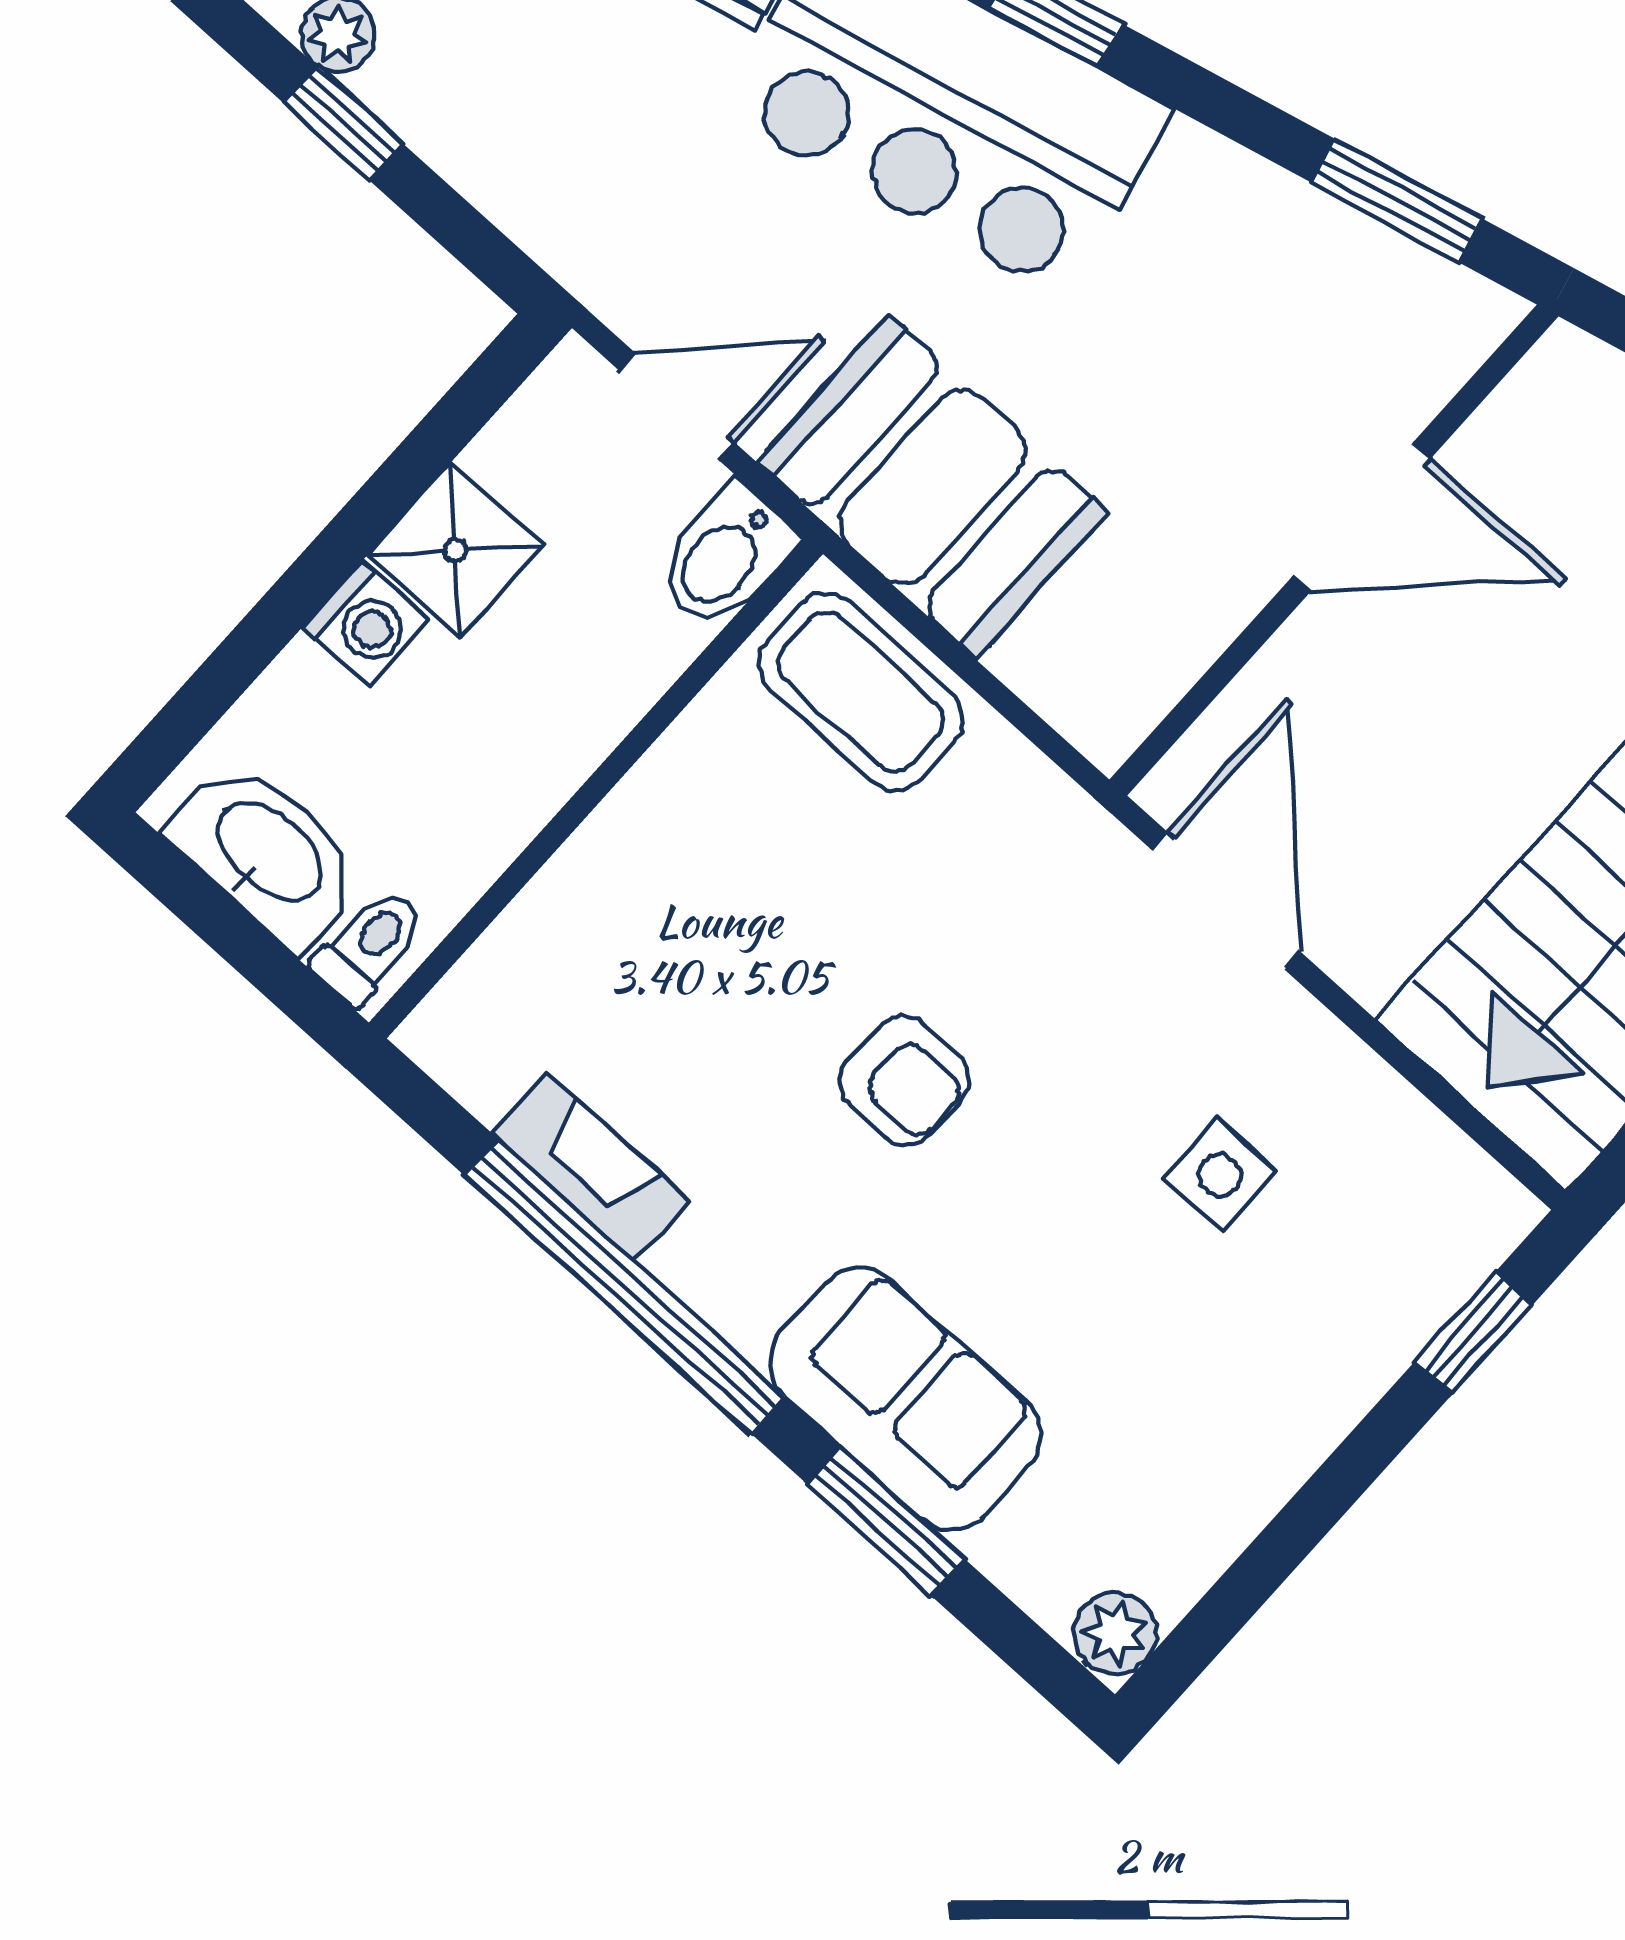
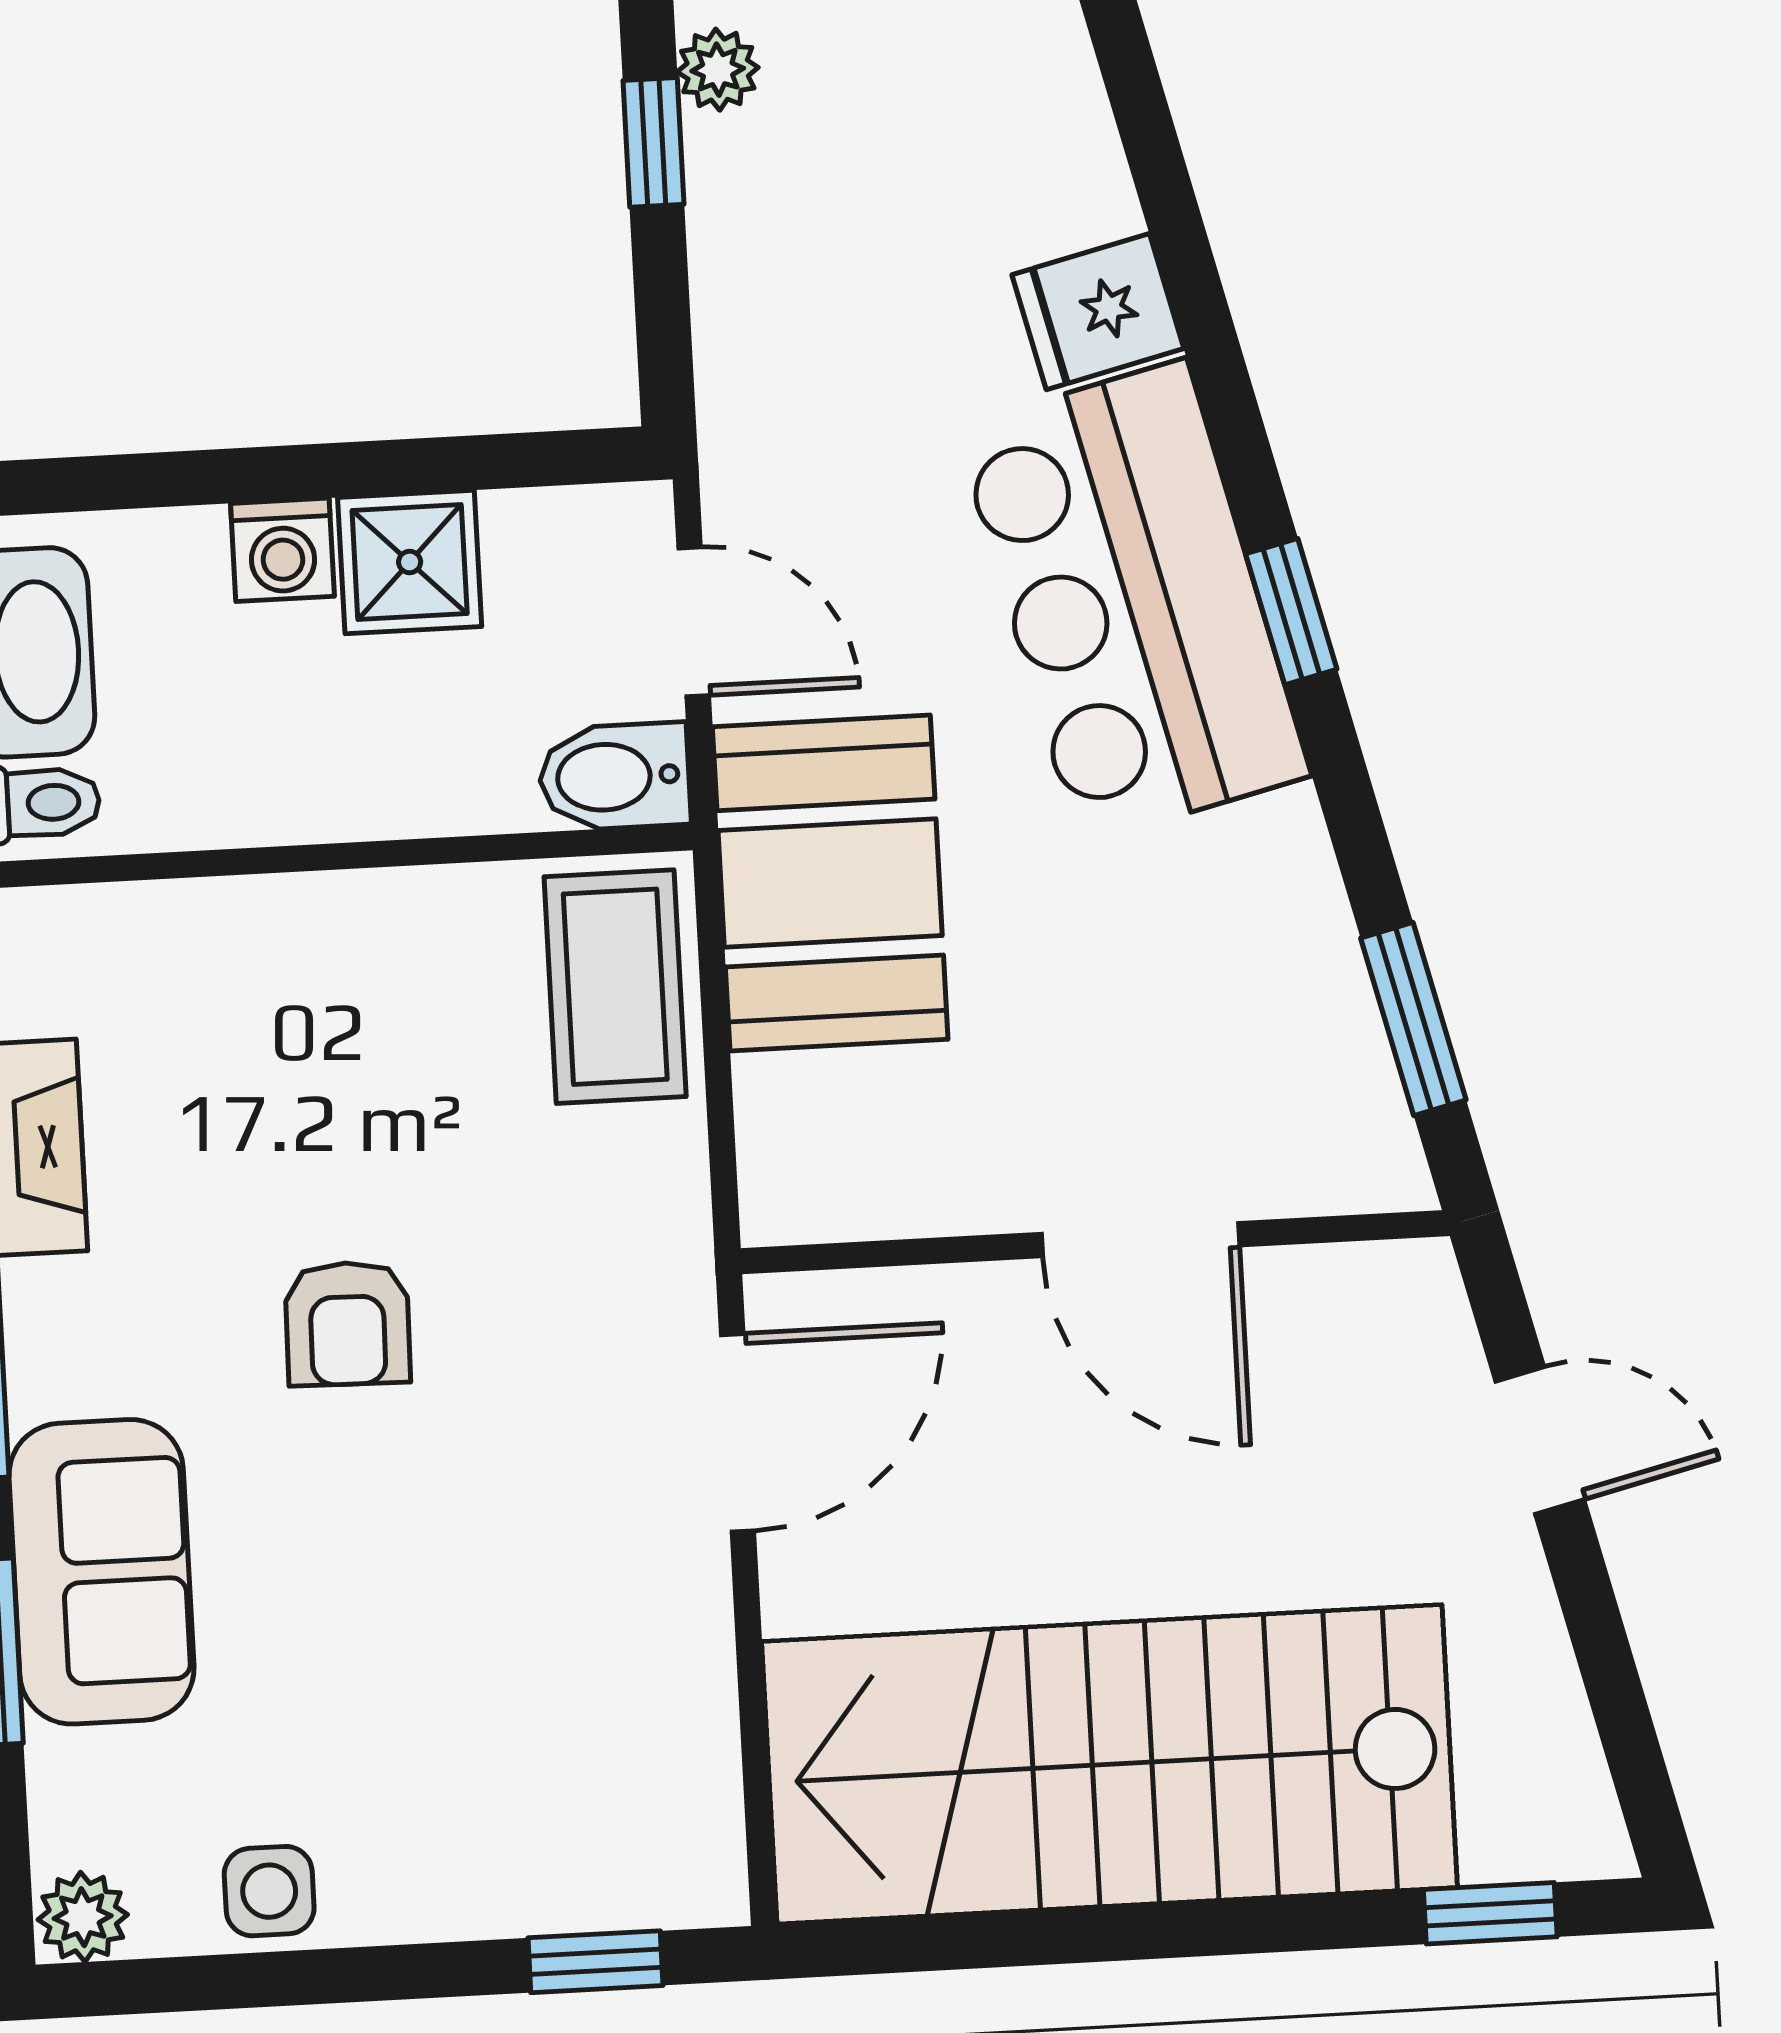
side table: (1220, 1175) -> (269, 1891), moved

